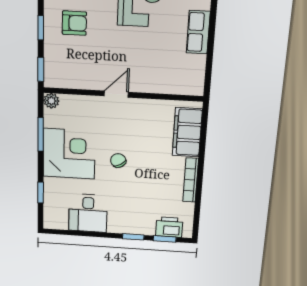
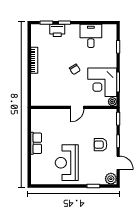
filing cabinet: (187, 132) -> (38, 88), removed
corner desk: (69, 154) -> (102, 82), moved
printer: (169, 227) -> (57, 30), moved

